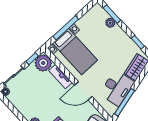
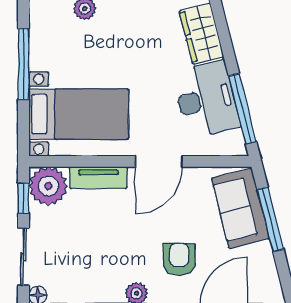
window: (66, 28) -> (24, 64), moved

